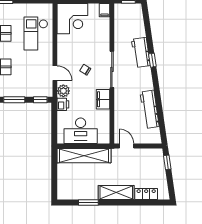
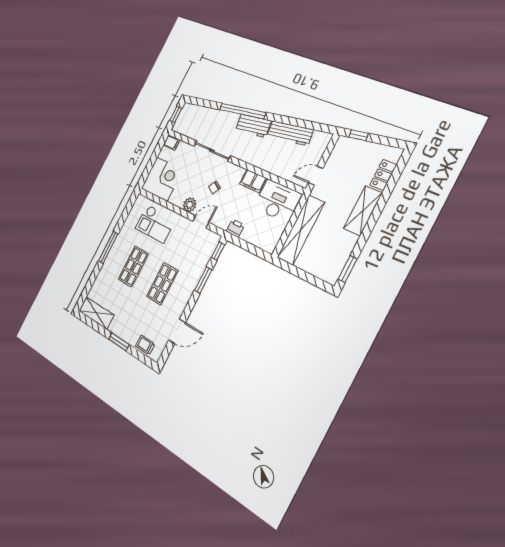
workbench: (141, 52) -> (253, 126), moved
window: (152, 60) -> (242, 111), width x3.17
sliding door: (112, 69) -> (212, 151), moved
plant: (63, 91) -> (190, 205), moved
desk: (81, 131) -> (277, 201), moved, turned -90
window: (88, 203) -> (348, 269), moved

